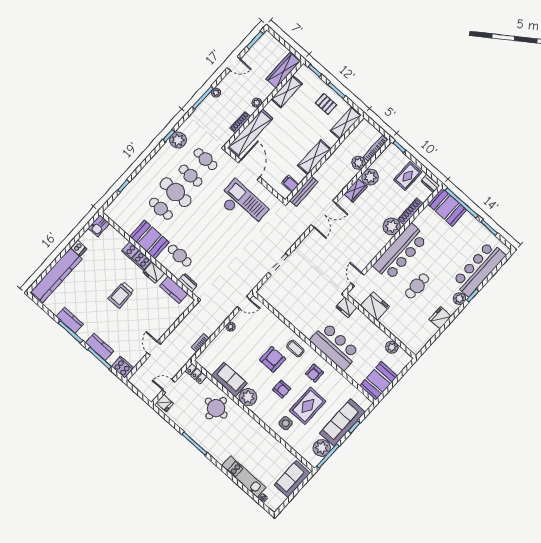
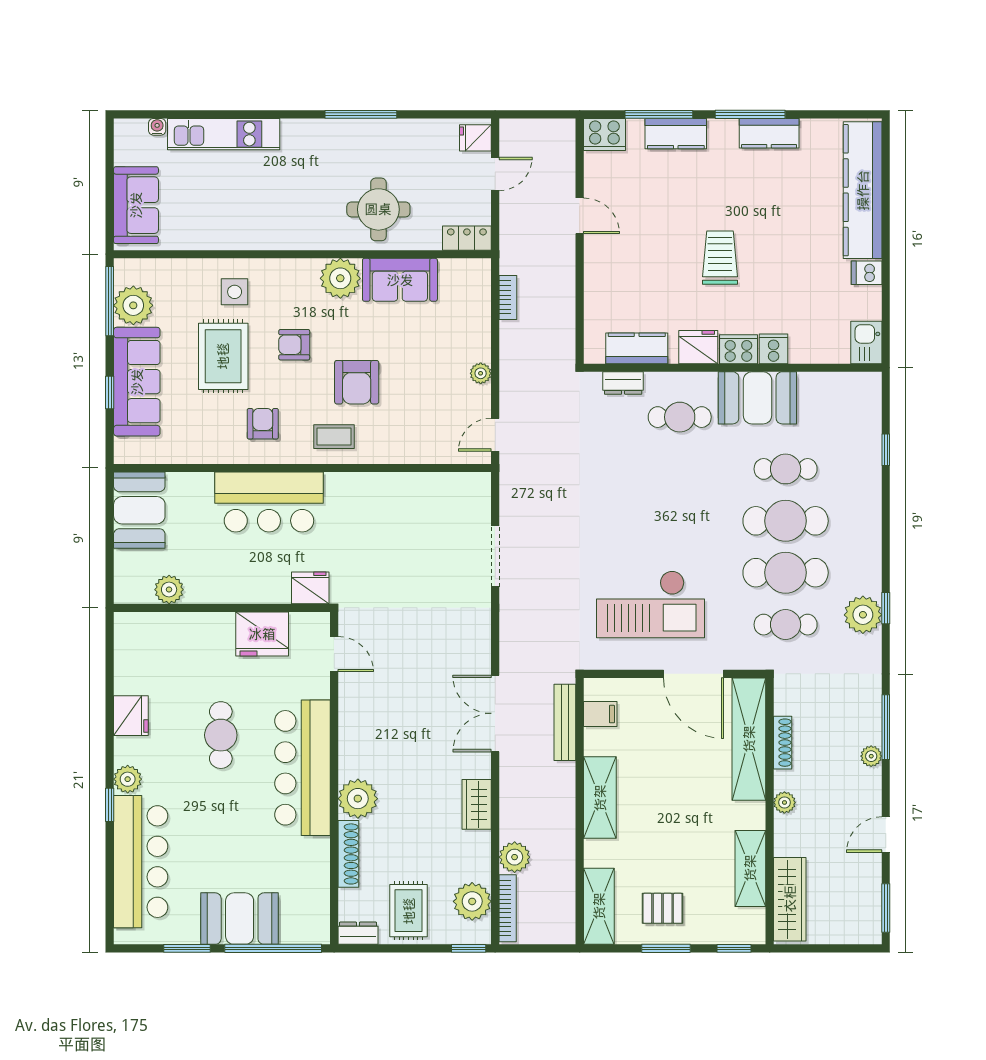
cafe table: (191, 176) -> (786, 573), width x1.37, depth x1.35
plant: (370, 177) -> (472, 901), moved
booth: (447, 207) -> (240, 919), moved

